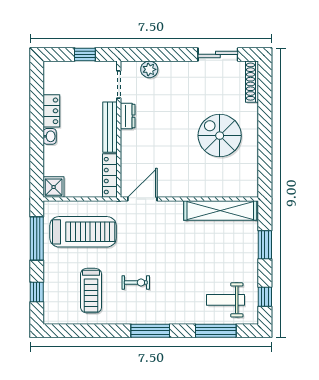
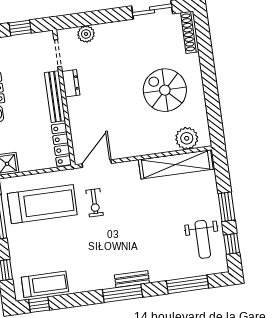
plant: (235, 186) -> (187, 138), added
window: (265, 245) -> (227, 207), moved
exercise bike: (136, 282) -> (95, 203), moved, turned 90
treadmill: (91, 291) -> (45, 284), moved, turned -90
weight bench: (226, 300) -> (203, 239), moved, turned -90
bench: (161, 318) -> (132, 279), added
window: (66, 331) -> (39, 305), added

